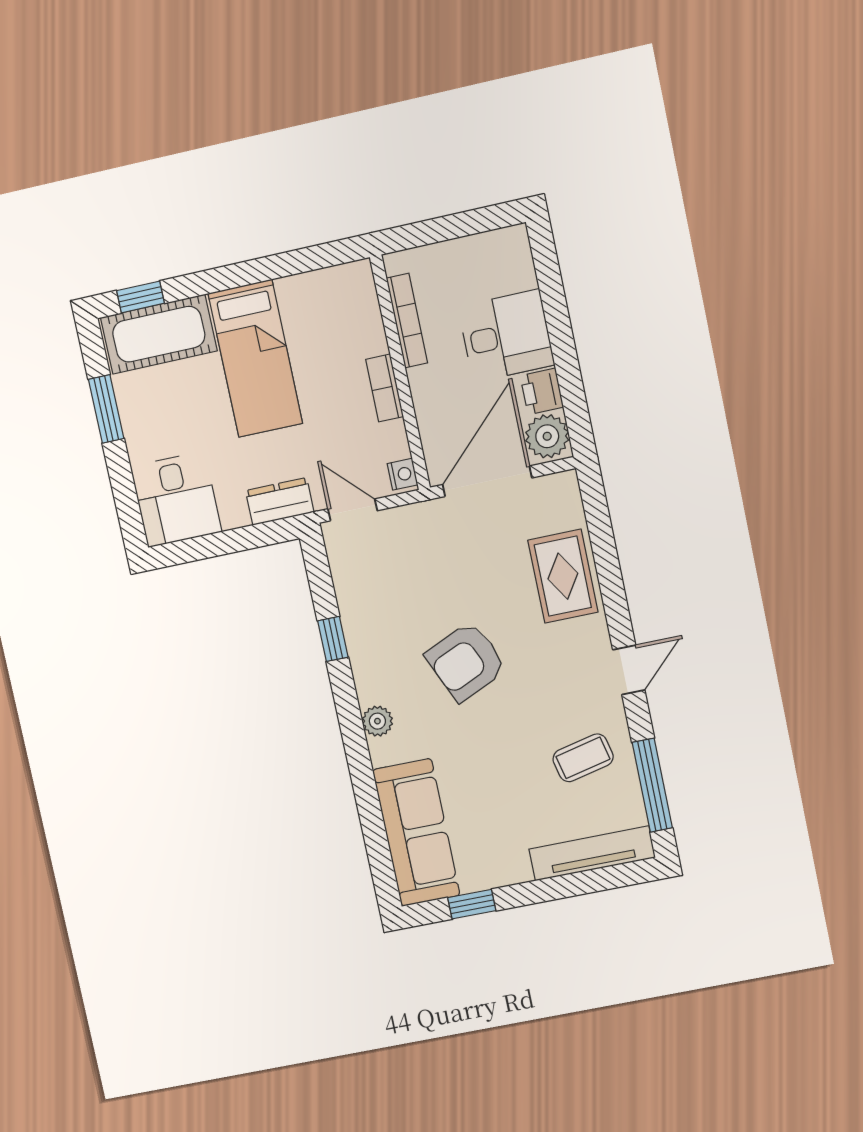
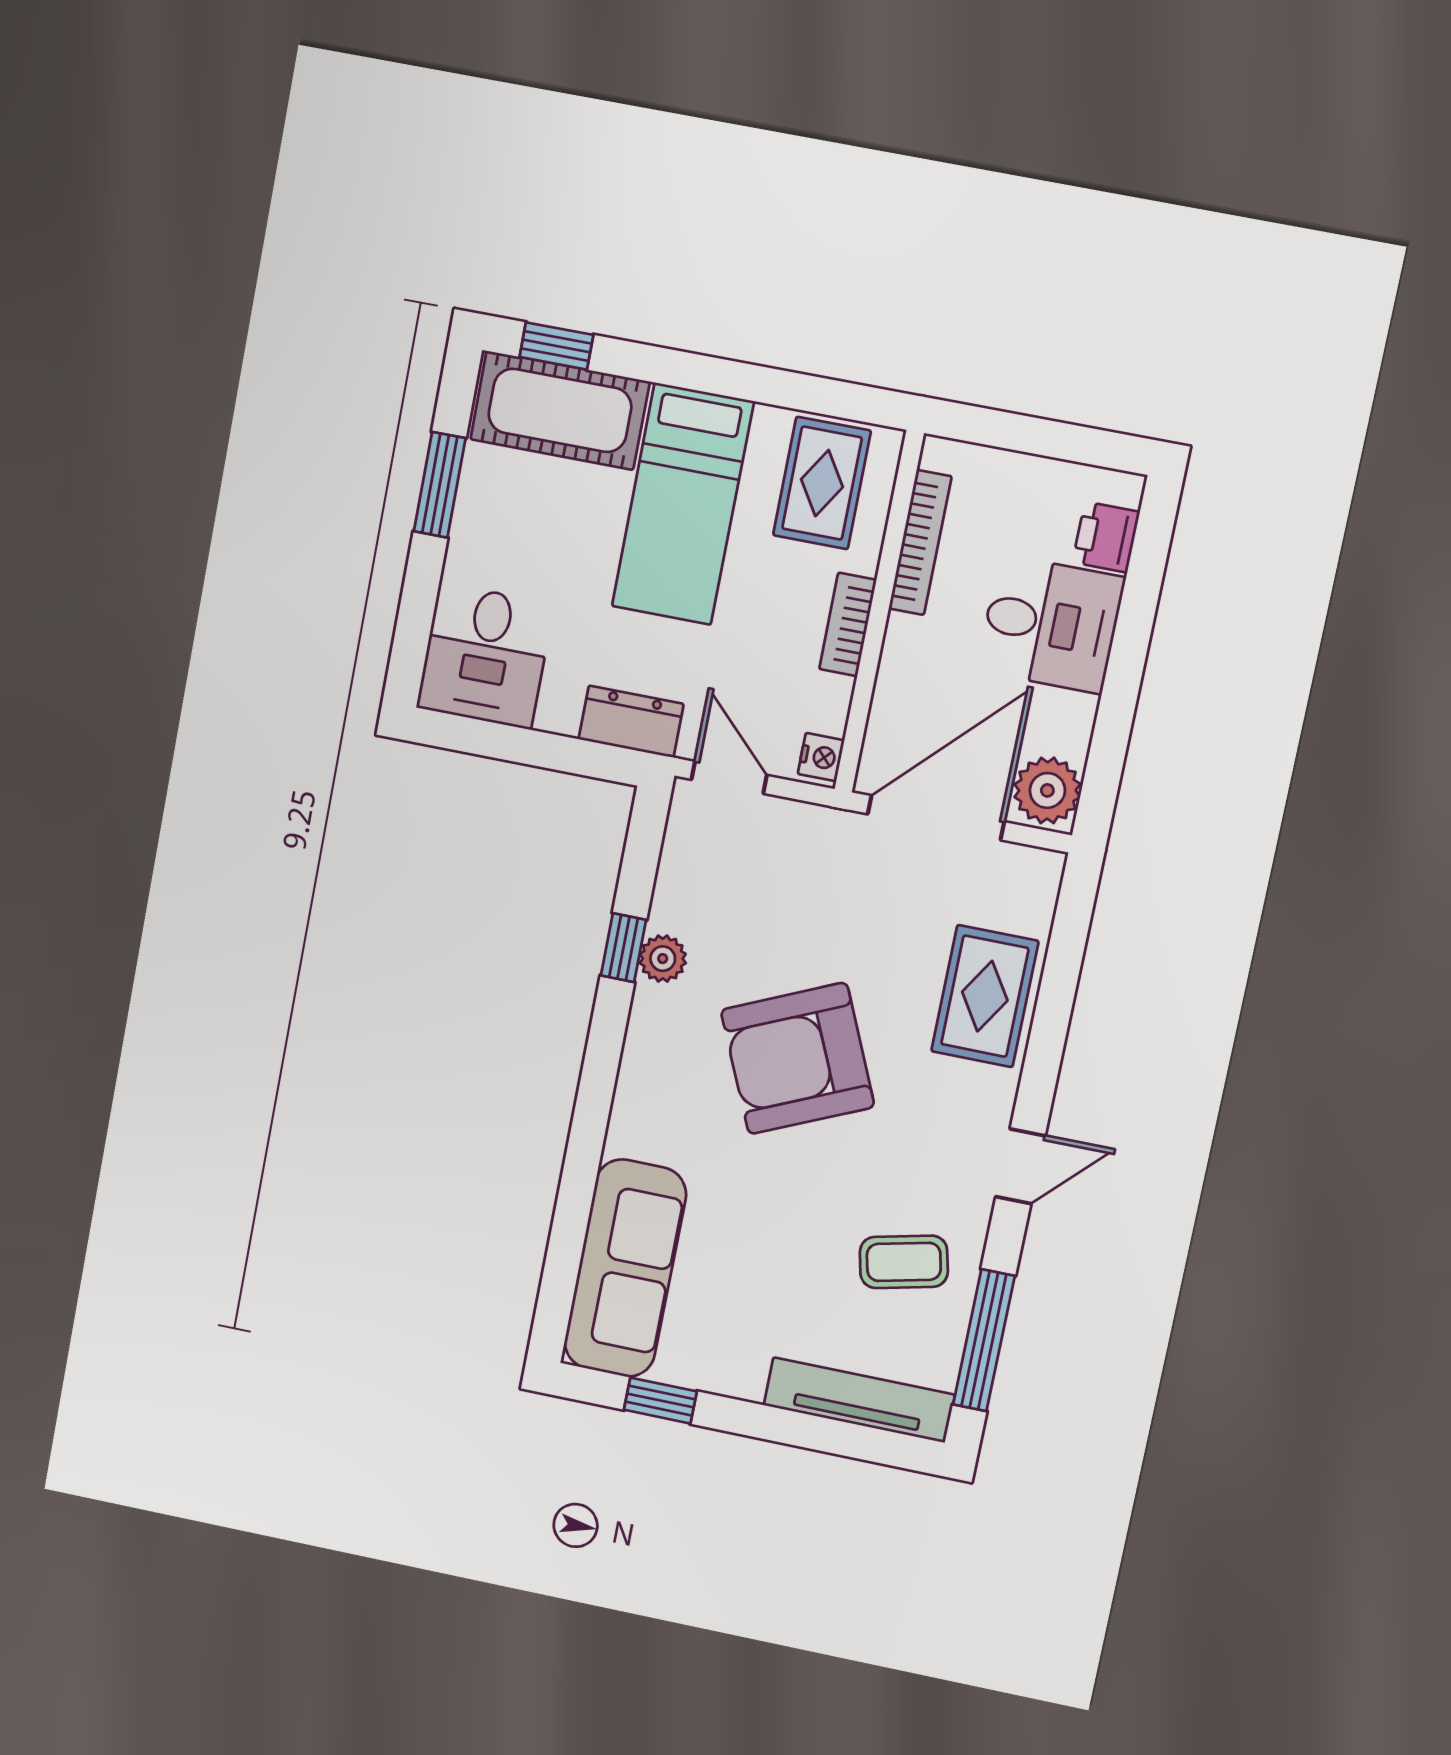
rug: (333, 310) -> (822, 483), added
printer: (542, 391) -> (1106, 537), moved
armchair: (466, 662) -> (798, 1058), width x1.36, depth x1.36
plant: (377, 721) -> (663, 959), moved

